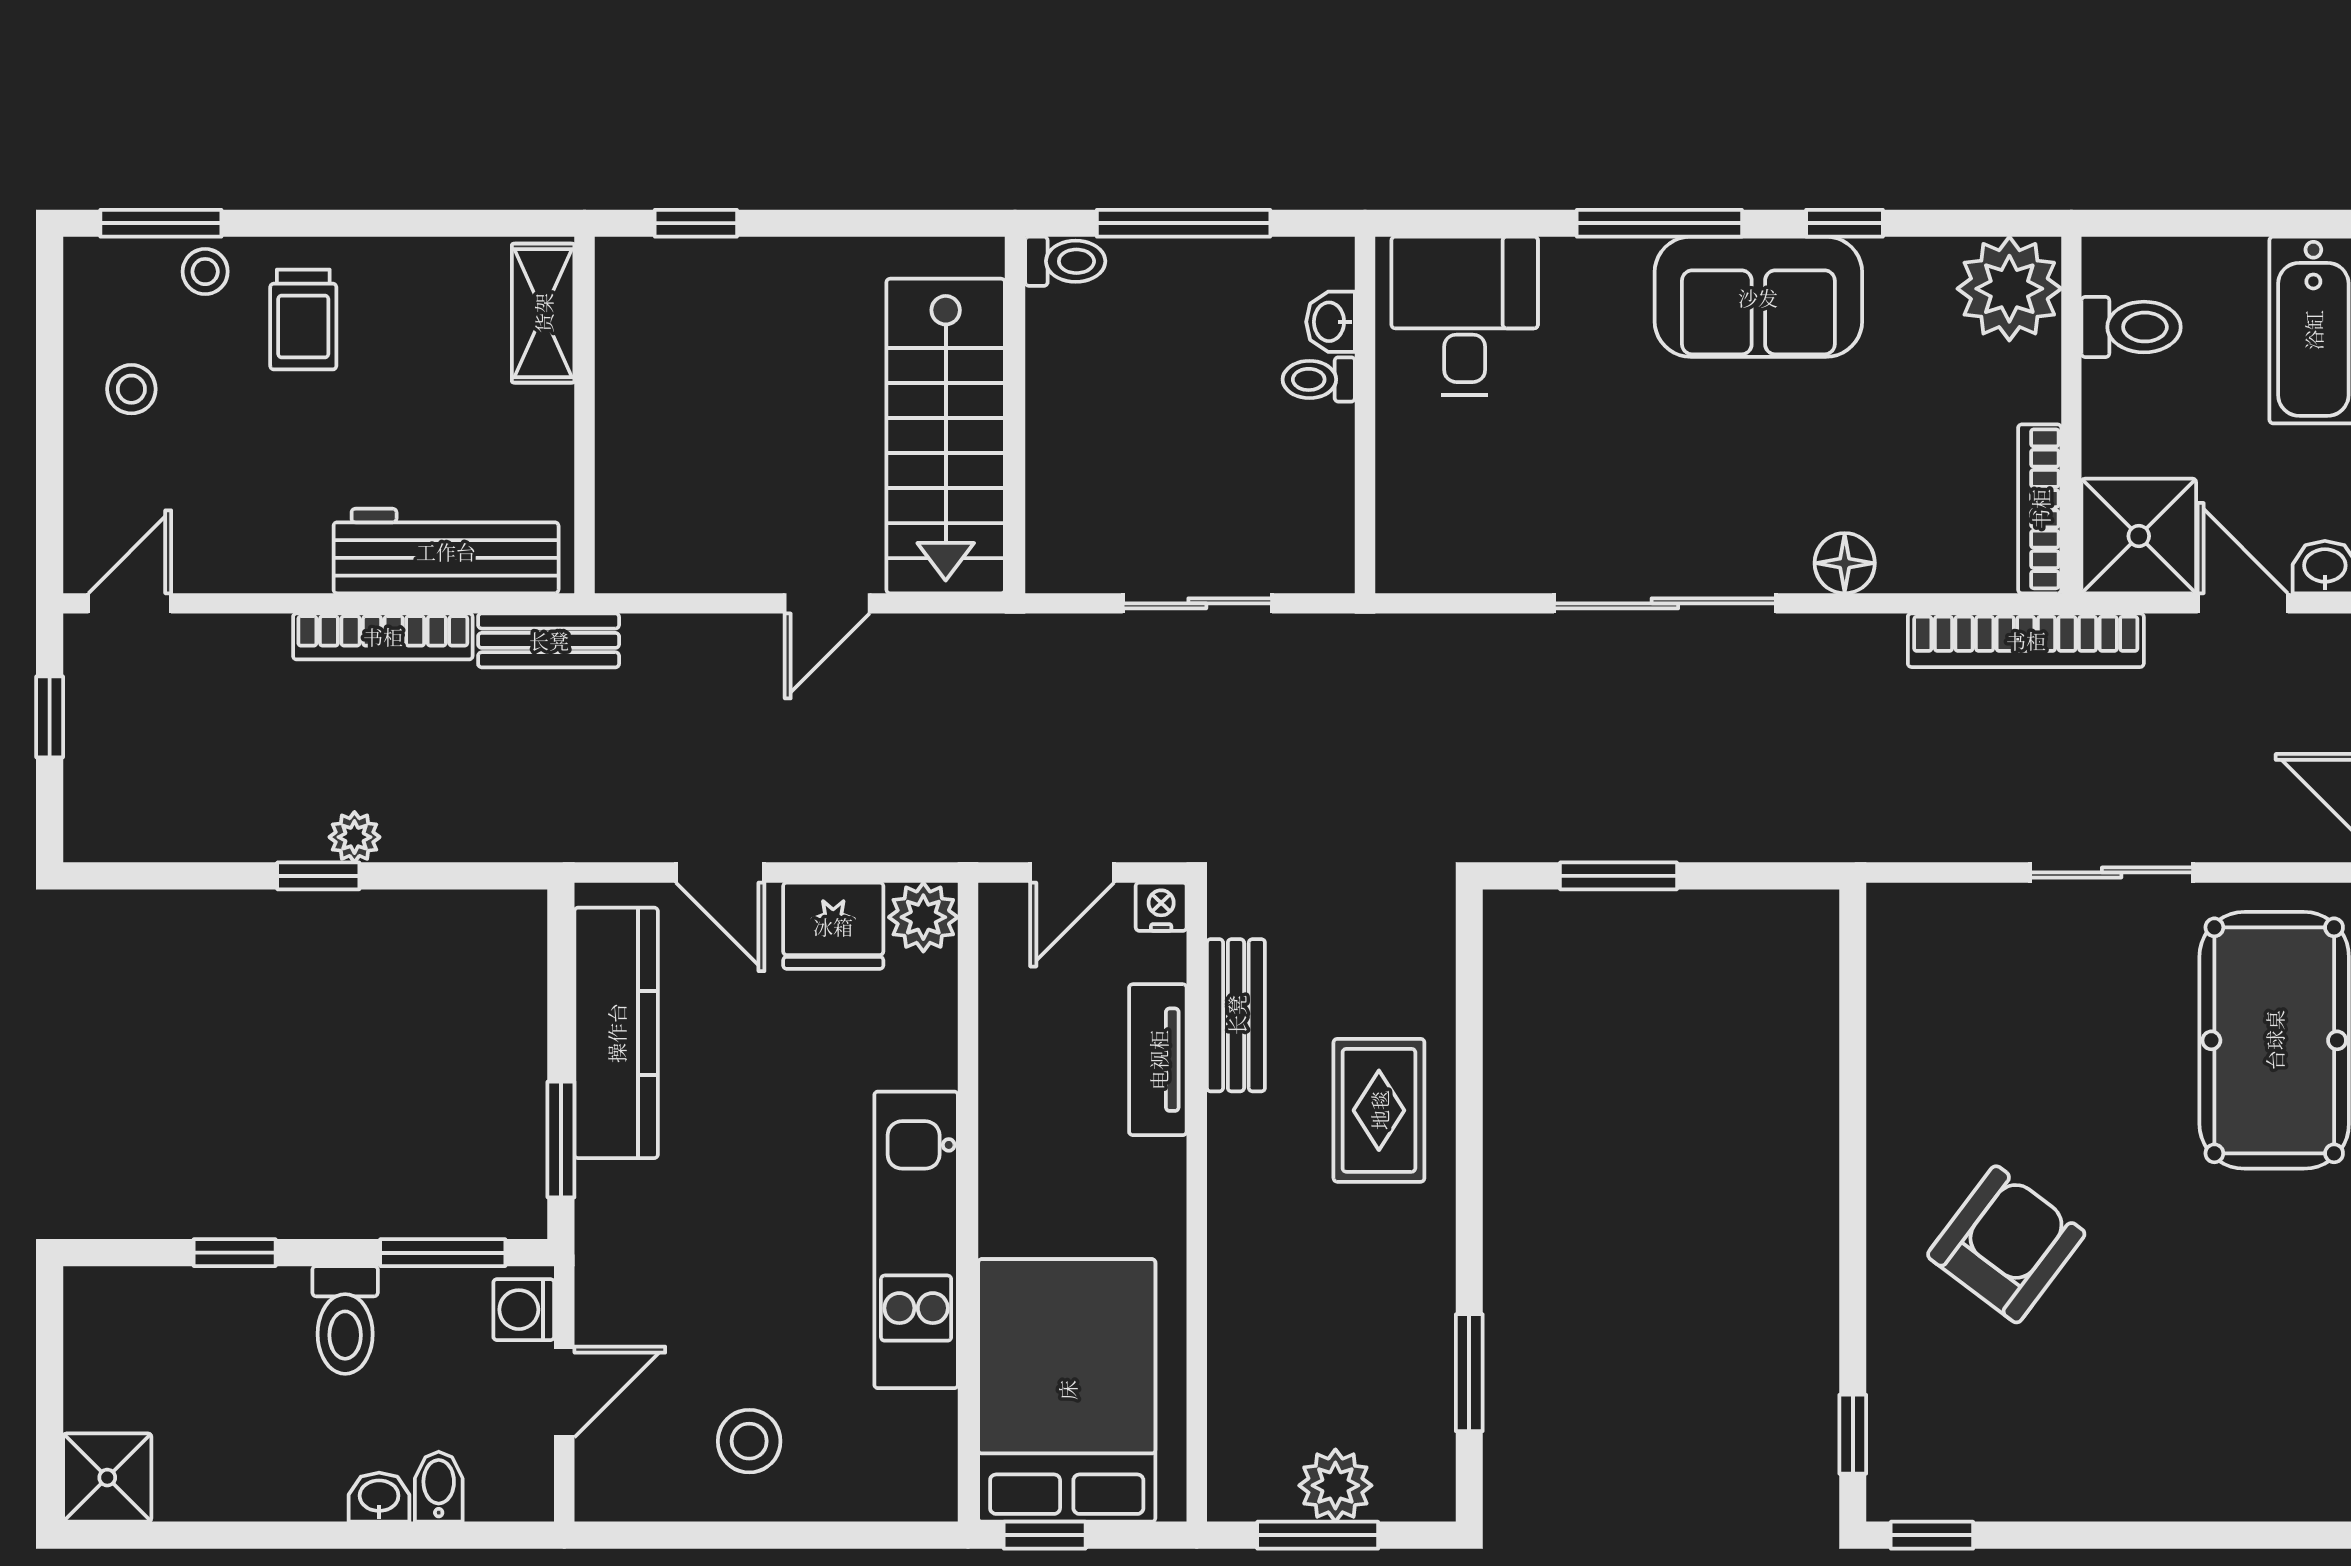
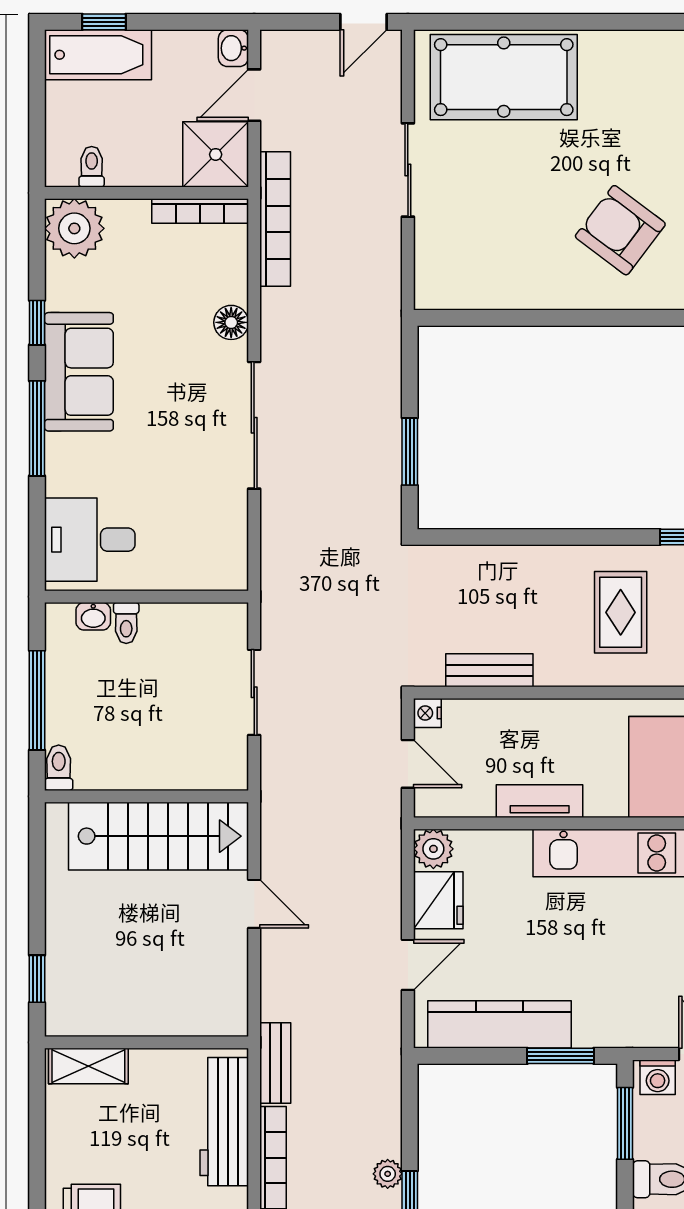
toilet: (2131, 327) -> (92, 167), width x0.73, depth x0.72
tv unit: (1158, 1060) -> (540, 801), moved, turned 180
rug: (1379, 1110) -> (621, 612), moved, turned 90

